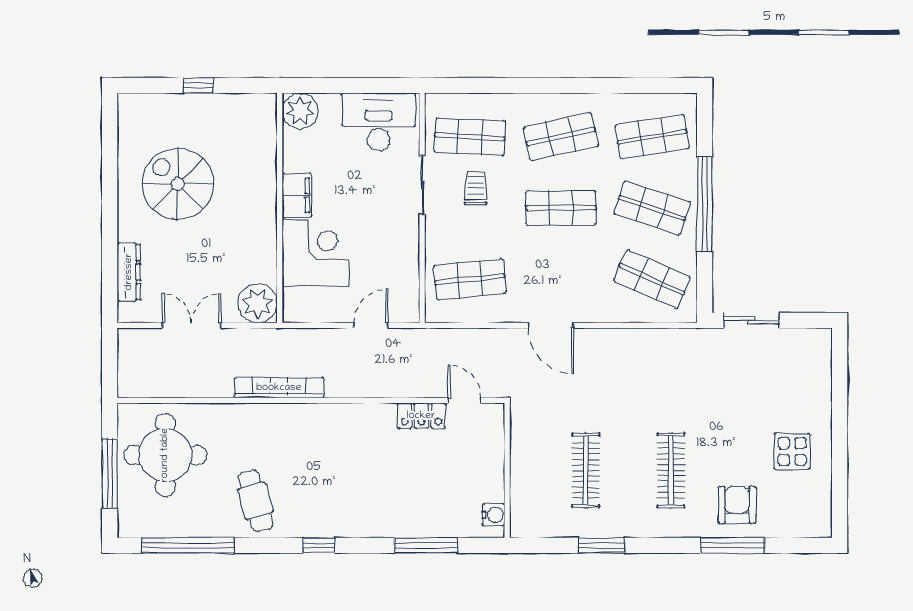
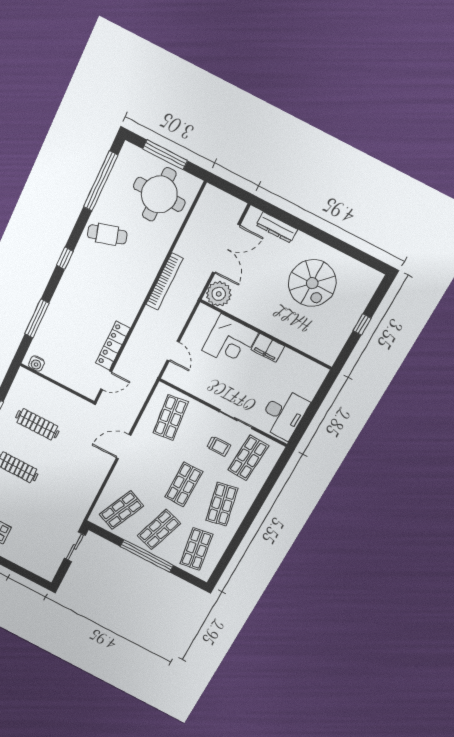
plant: (300, 111) -> (314, 374), removed
spiral stairs: (178, 184) -> (312, 283), turned 90
double door: (192, 325) -> (226, 249), width x1.37
locker: (421, 416) -> (113, 346), width x1.53

